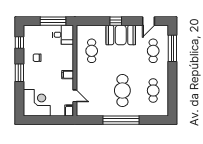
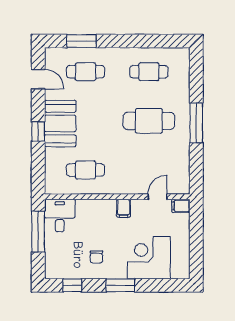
window: (172, 48) -> (81, 41), width x0.69
corner desk: (37, 103) -> (149, 258), moved
window: (121, 120) -> (196, 123), width x0.68

